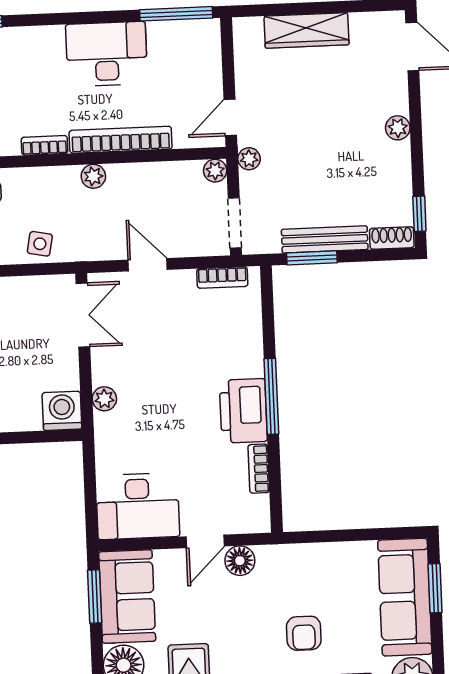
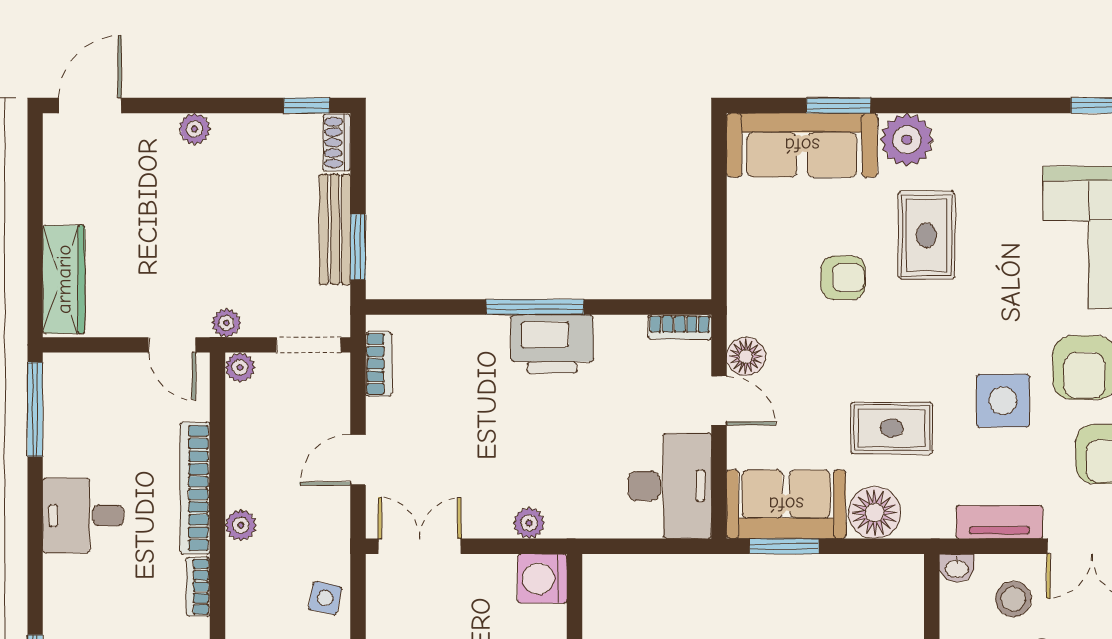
wardrobe: (306, 30) -> (64, 279), moved
desk: (107, 54) -> (83, 515), width x0.73
bookcase: (259, 469) -> (680, 327), moved
window: (435, 588) -> (838, 106), moved

